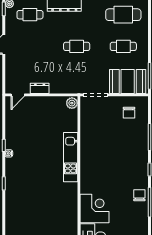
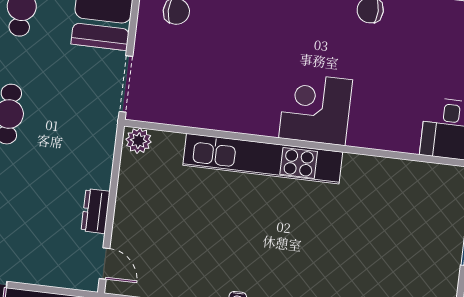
kitchen unit: (71, 157) -> (263, 159), width x1.36
corner desk: (94, 208) -> (316, 109), moved

